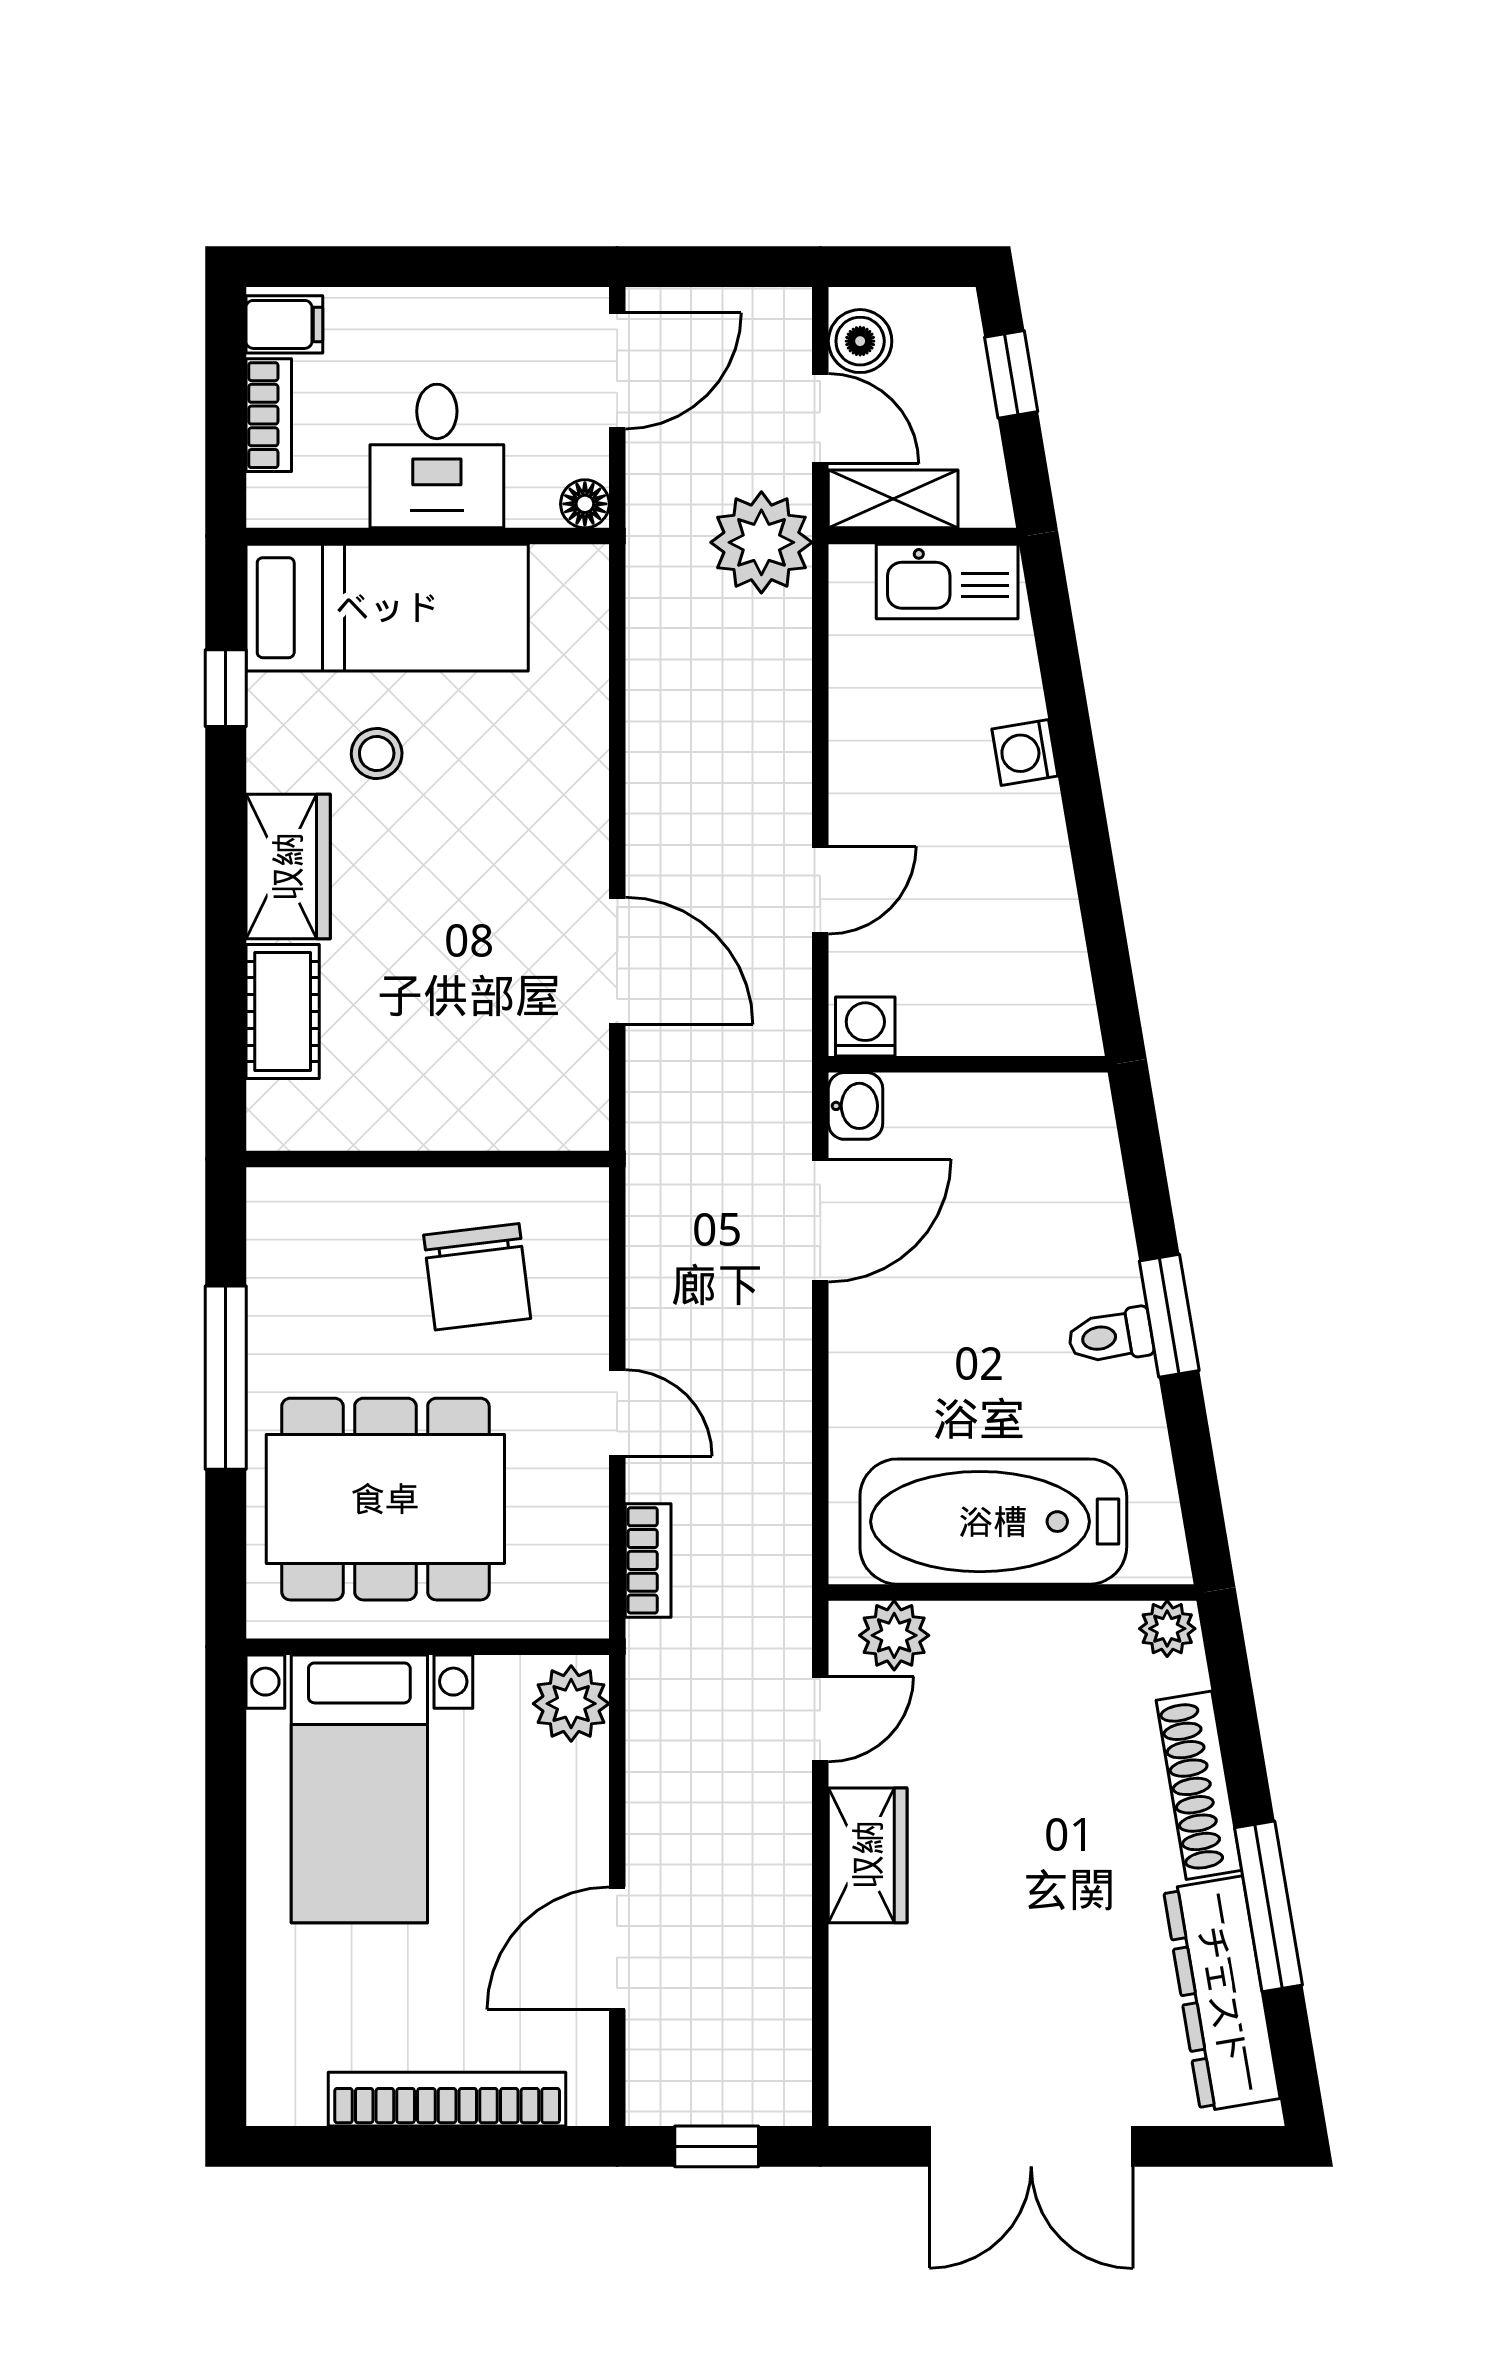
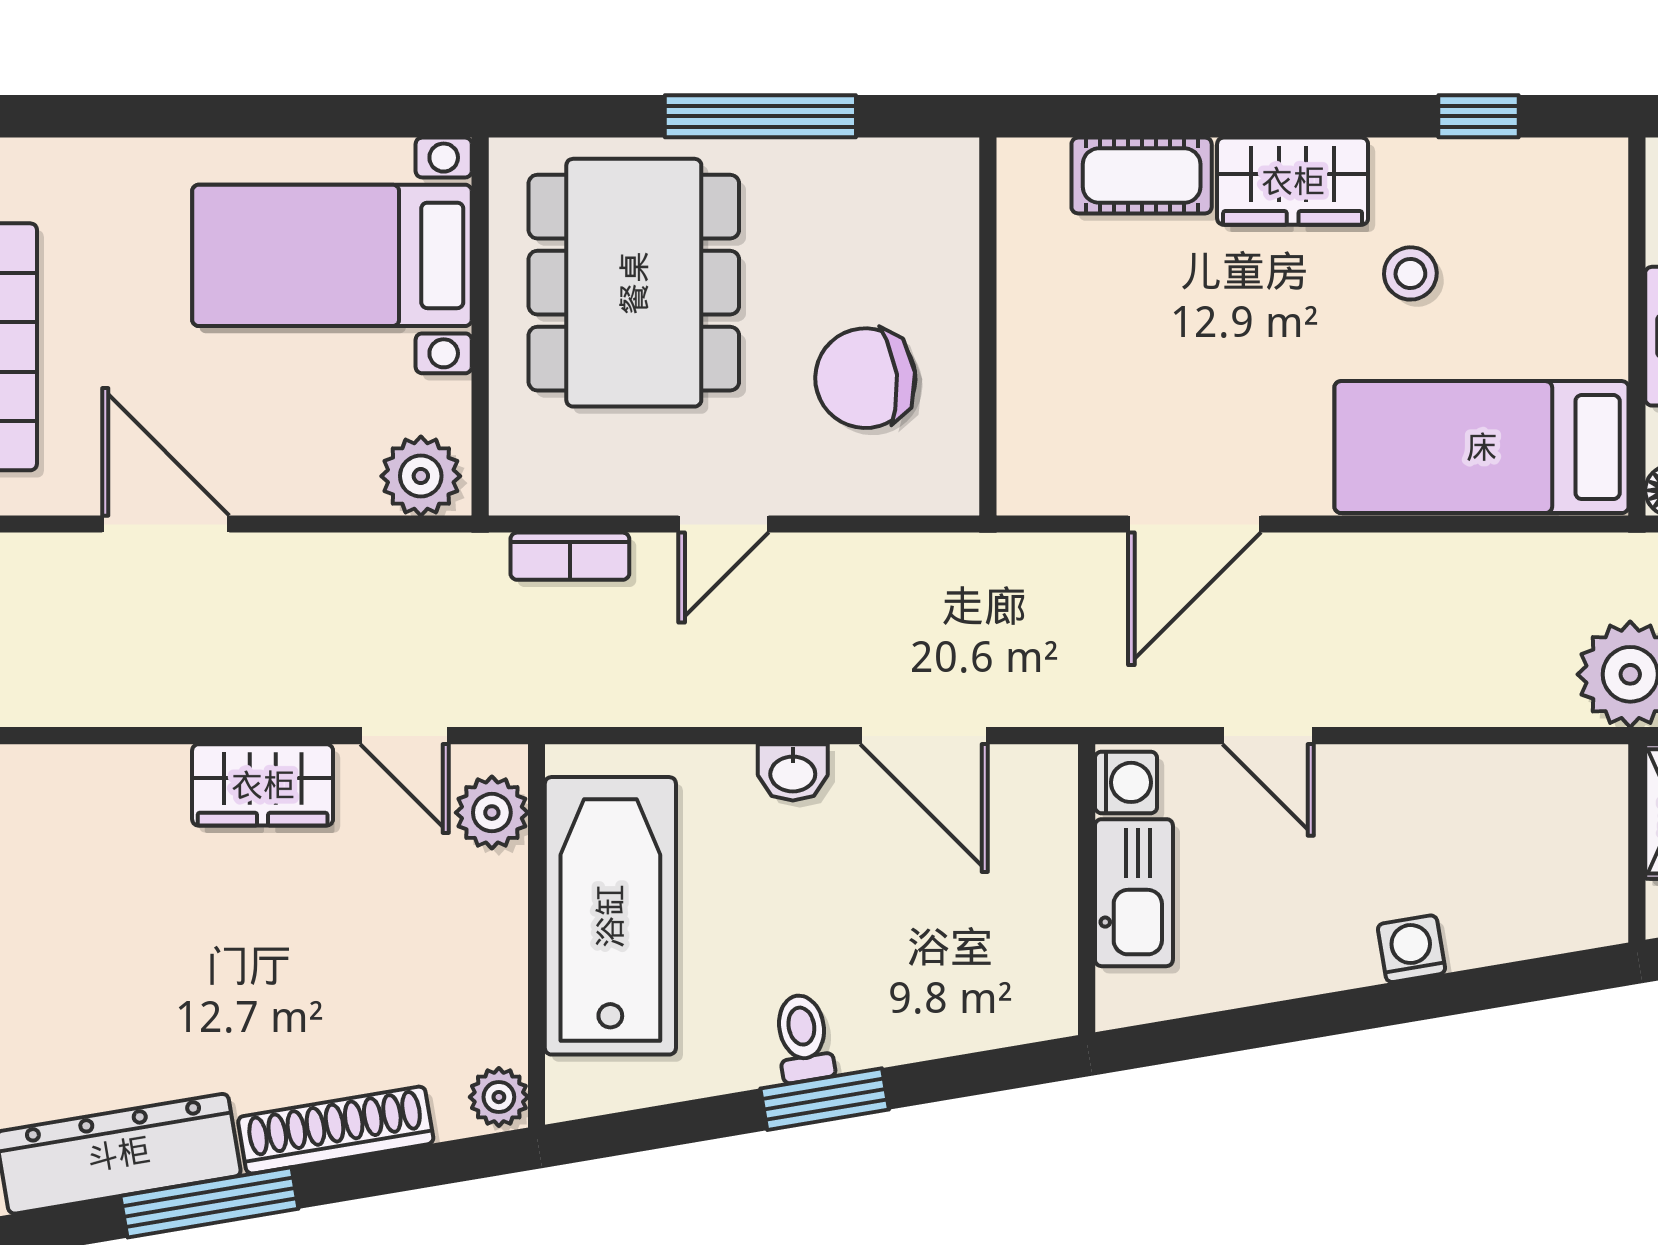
kitchen sink: (947, 581) -> (1134, 893), moved, turned 180
bed: (387, 608) -> (1482, 447), moved, turned 90
washbasin: (856, 1106) -> (793, 772), moved

